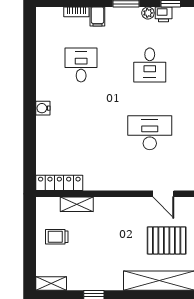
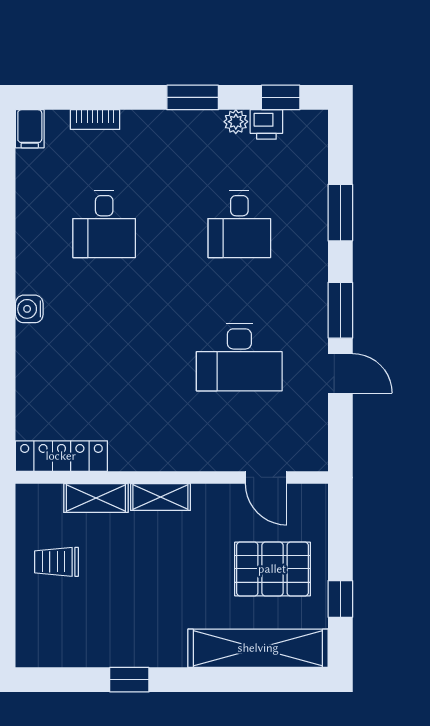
filing cabinet: (97, 17) -> (30, 129), moved
desk: (81, 65) -> (104, 224), turned 180
desk: (150, 133) -> (239, 357), turned 180
shelving: (51, 284) -> (160, 497), moved

